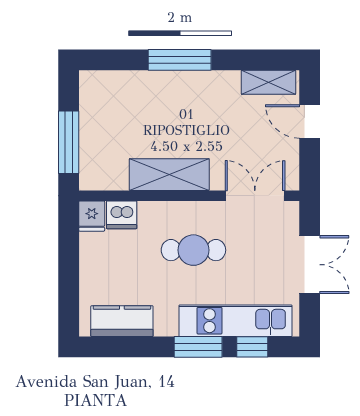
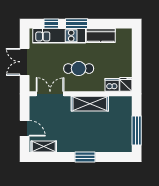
window: (180, 60) -> (85, 157), width x0.69
window: (69, 142) -> (137, 131), moved
double door: (255, 196) -> (50, 94), swing flipped
kitchen counter: (122, 321) -> (101, 36), moved

